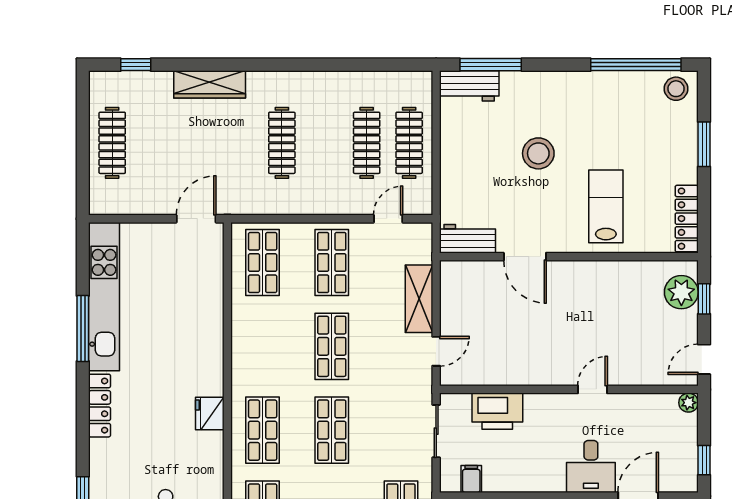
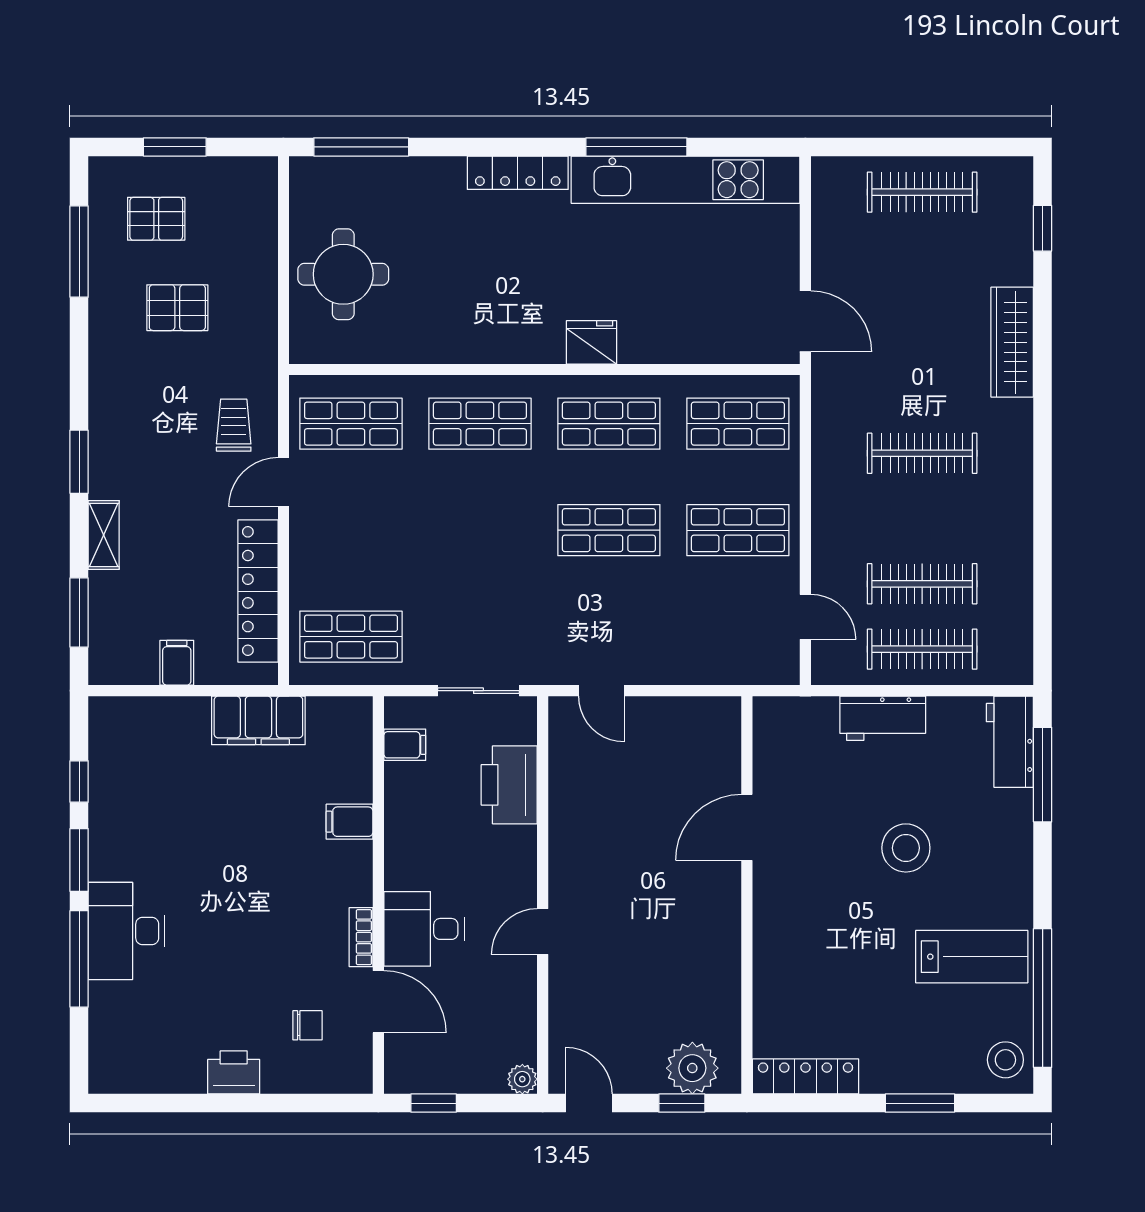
lab bench: (606, 206) -> (972, 957), moved
workbench: (468, 239) -> (883, 718), moved, turned 90
shelving: (419, 299) -> (682, 664), removed
door: (593, 389) -> (543, 931), swing flipped
fridge: (210, 414) -> (592, 342), moved
shop shelf: (332, 430) -> (609, 424), moved

